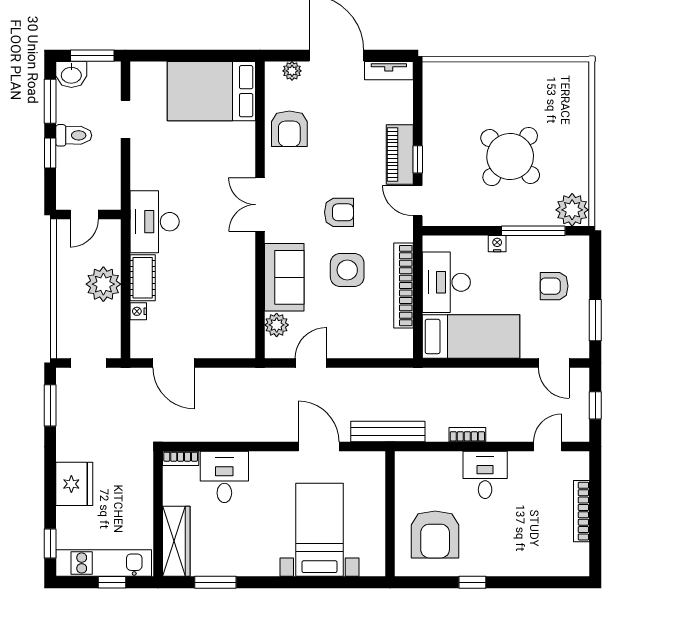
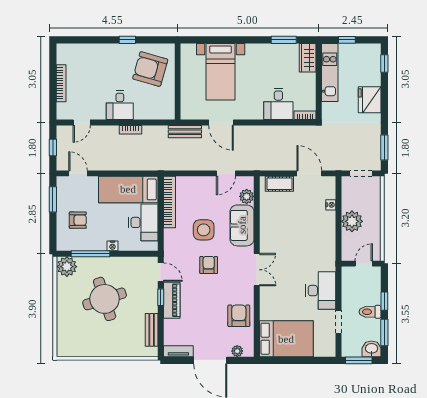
bench: (433, 106) -> (152, 330), added
round table: (510, 157) -> (105, 299), turned 30
armchair: (339, 212) -> (209, 265), turned 90
desk: (155, 222) -> (321, 291), moved
cot: (143, 278) -> (279, 184), moved, turned 90
bookcase: (403, 286) -> (169, 202), moved
bench: (388, 432) -> (185, 132), width x0.73
armchair: (435, 534) -> (150, 69), turned -74
wardrobe: (176, 541) -> (308, 58), width x0.67
kitchen unit: (104, 563) -> (330, 73), moved, turned -90

